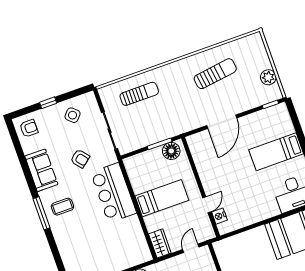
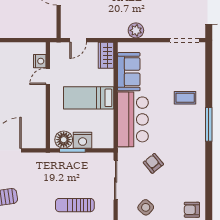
nightstand: (153, 157) -> (83, 140), added
sofa: (41, 170) -> (129, 72), moved, turned 180
coffee table: (62, 207) -> (185, 98), moved

